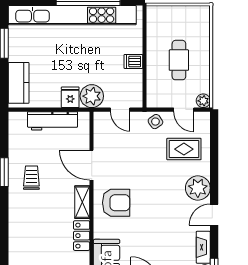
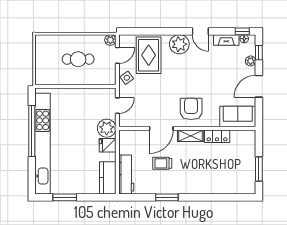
dishwasher: (133, 61) -> (79, 95), removed
kitchen counter: (19, 83) -> (108, 178), moved, turned -90
workbench: (53, 121) -> (126, 175), moved
rug: (184, 149) -> (149, 55), width x1.36, depth x1.43
trolley: (31, 178) -> (162, 163), moved

